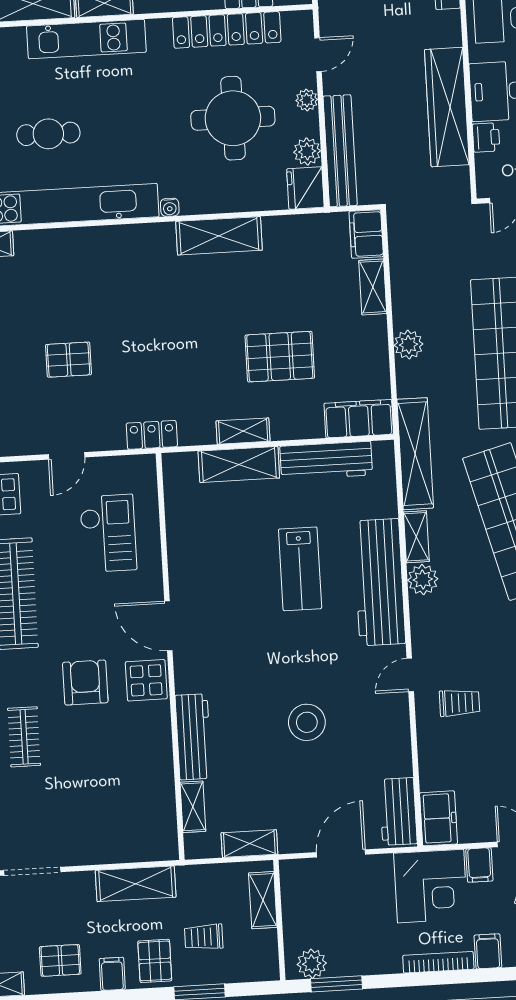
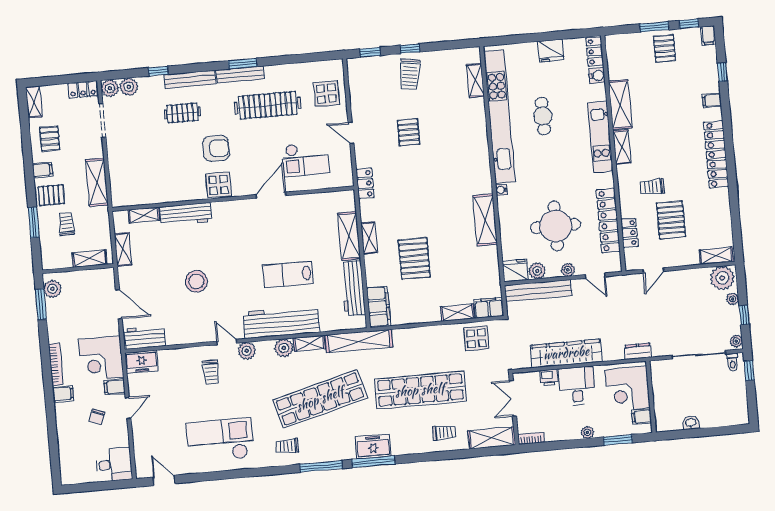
display table: (417, 257) -> (476, 338), added
plant: (408, 345) -> (247, 351), moved
door: (168, 626) -> (271, 195), moved

